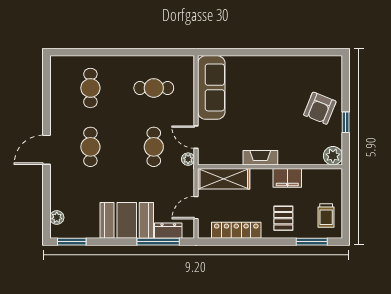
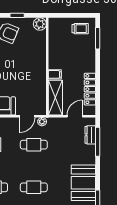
fireplace: (260, 158) -> (41, 73), removed
filing cabinet: (287, 178) -> (55, 74), moved, width x0.50
door: (196, 208) -> (75, 116), swing flipped
pallet: (283, 218) -> (82, 57), removed
booth: (127, 220) -> (83, 183), moved

